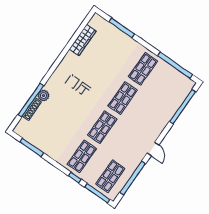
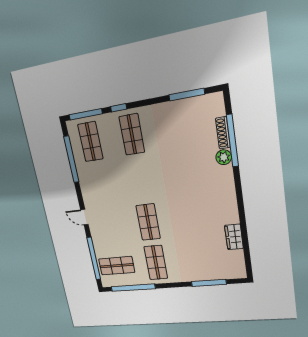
wardrobe: (83, 40) -> (234, 237), width x0.67
shop shelf: (102, 127) -> (117, 266), moved, turned 90
door: (153, 149) -> (84, 217), moved

